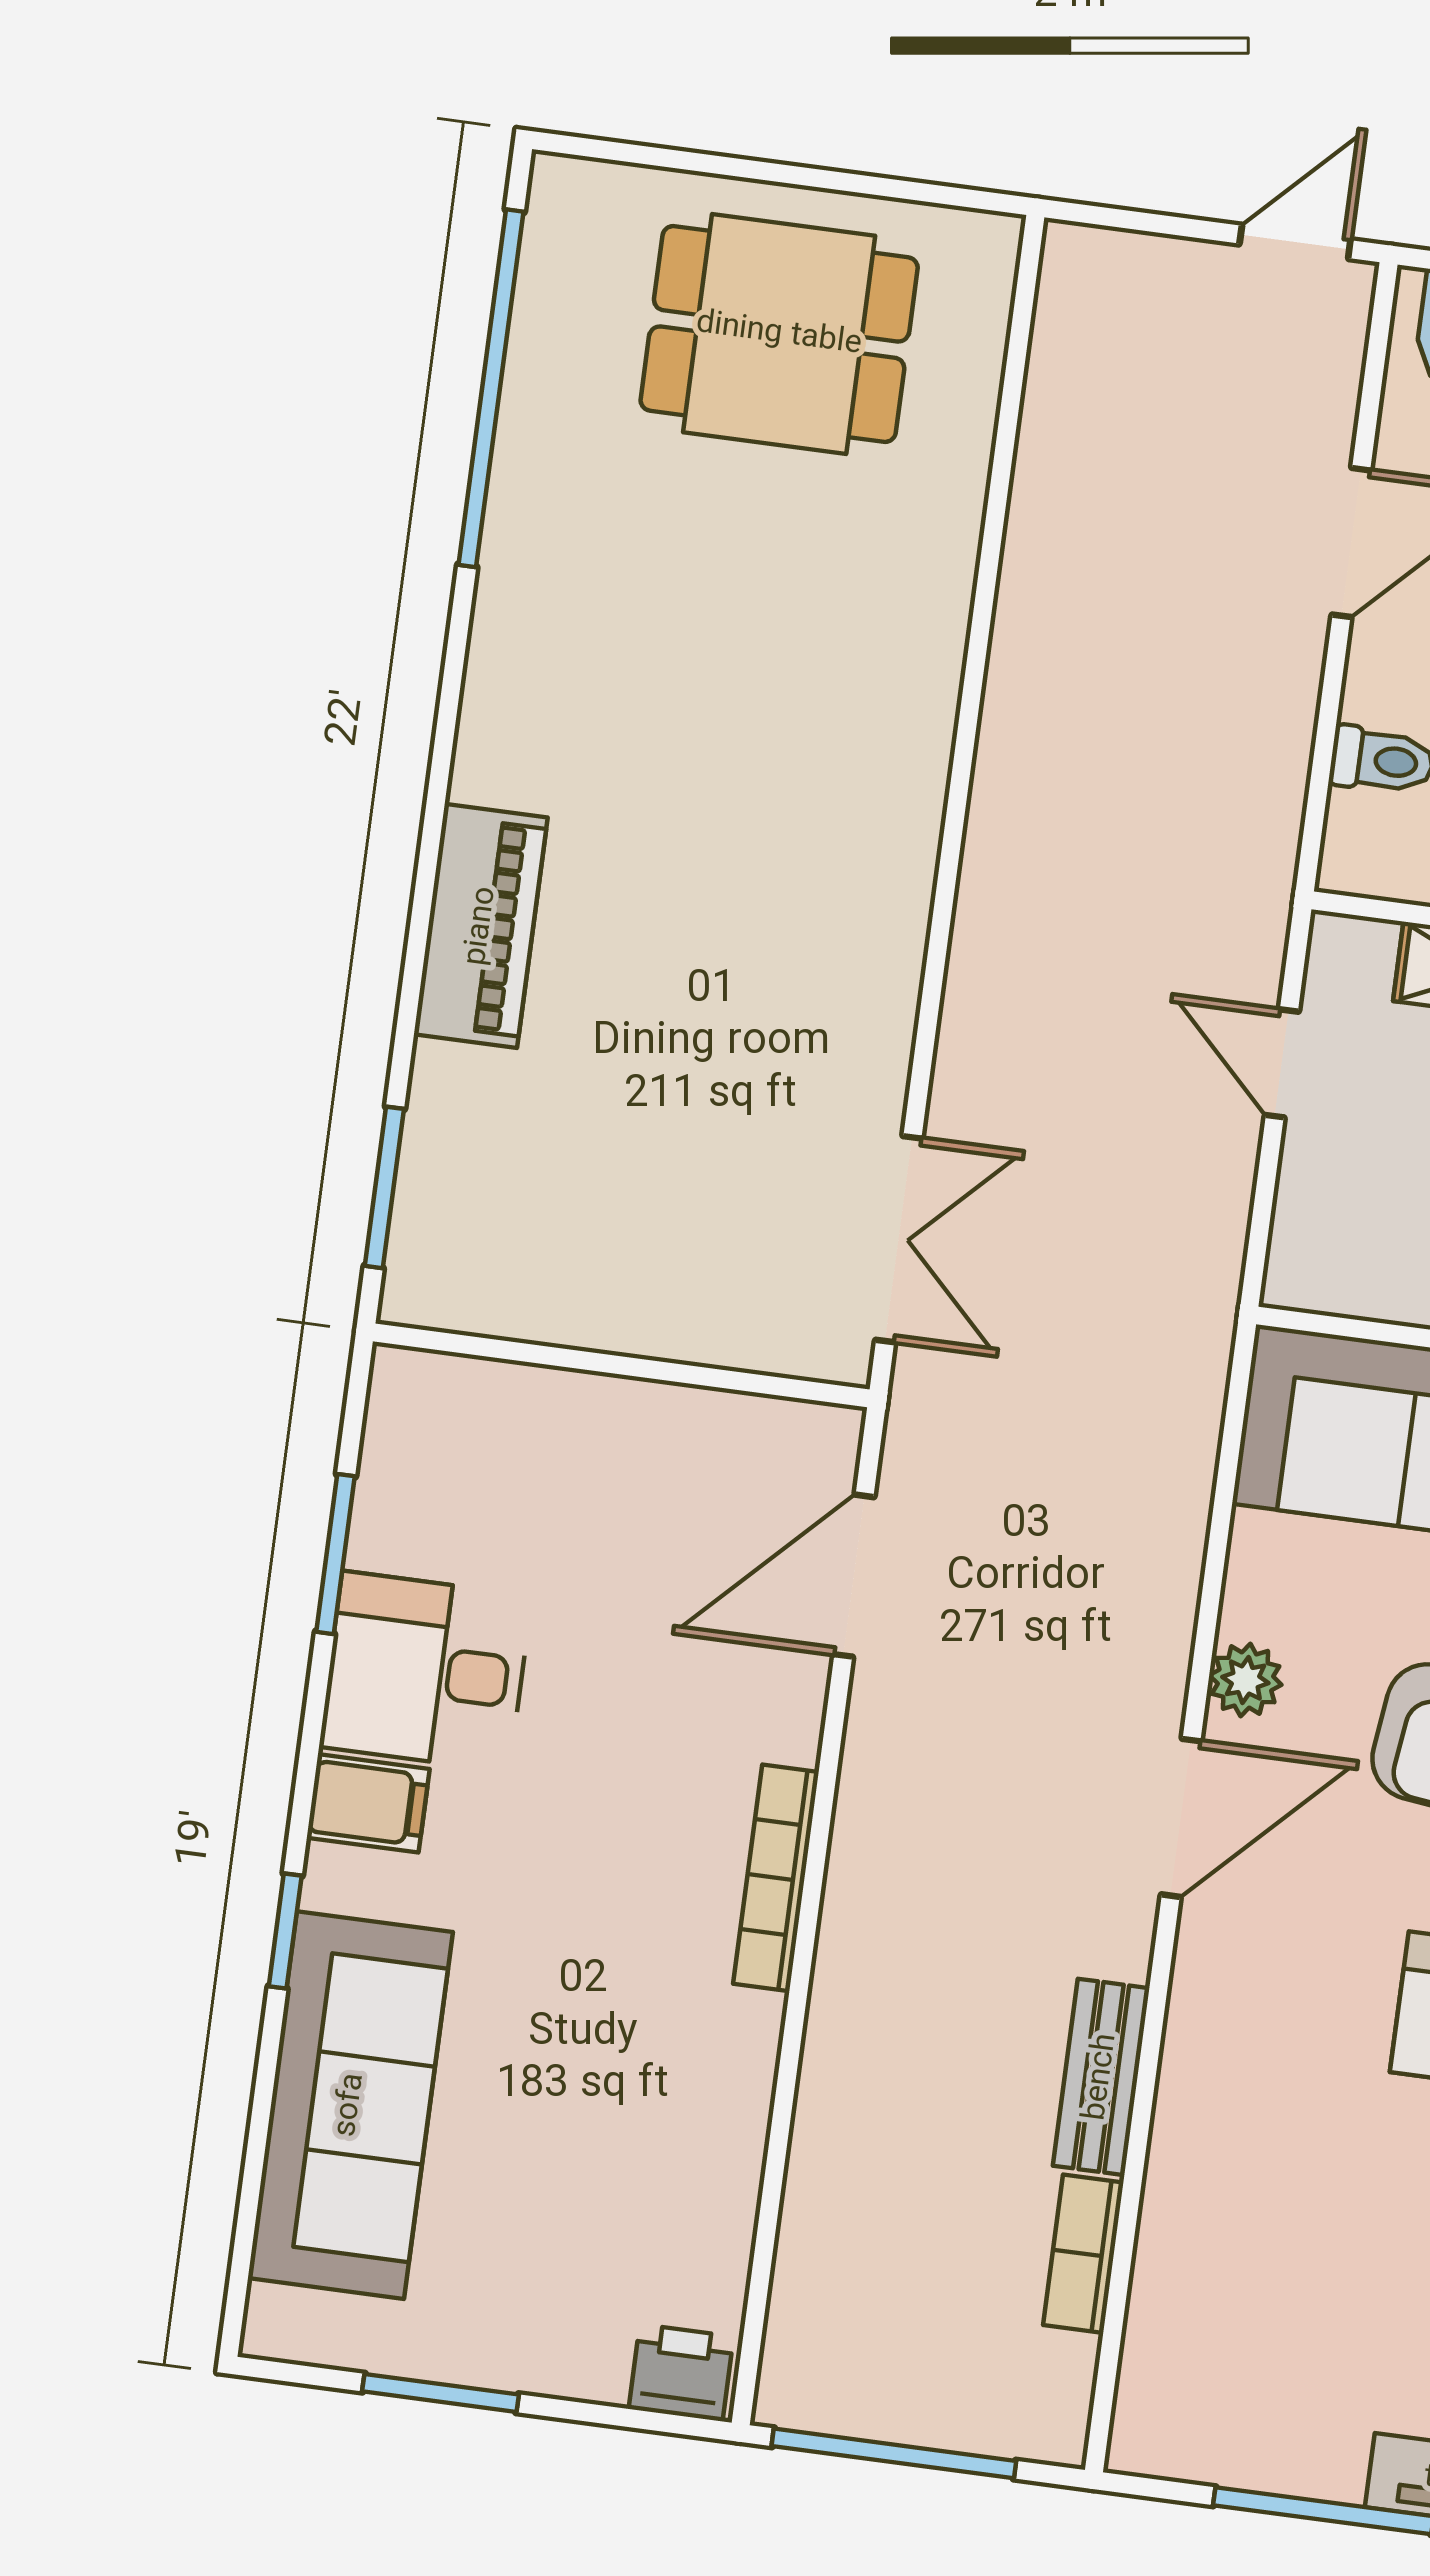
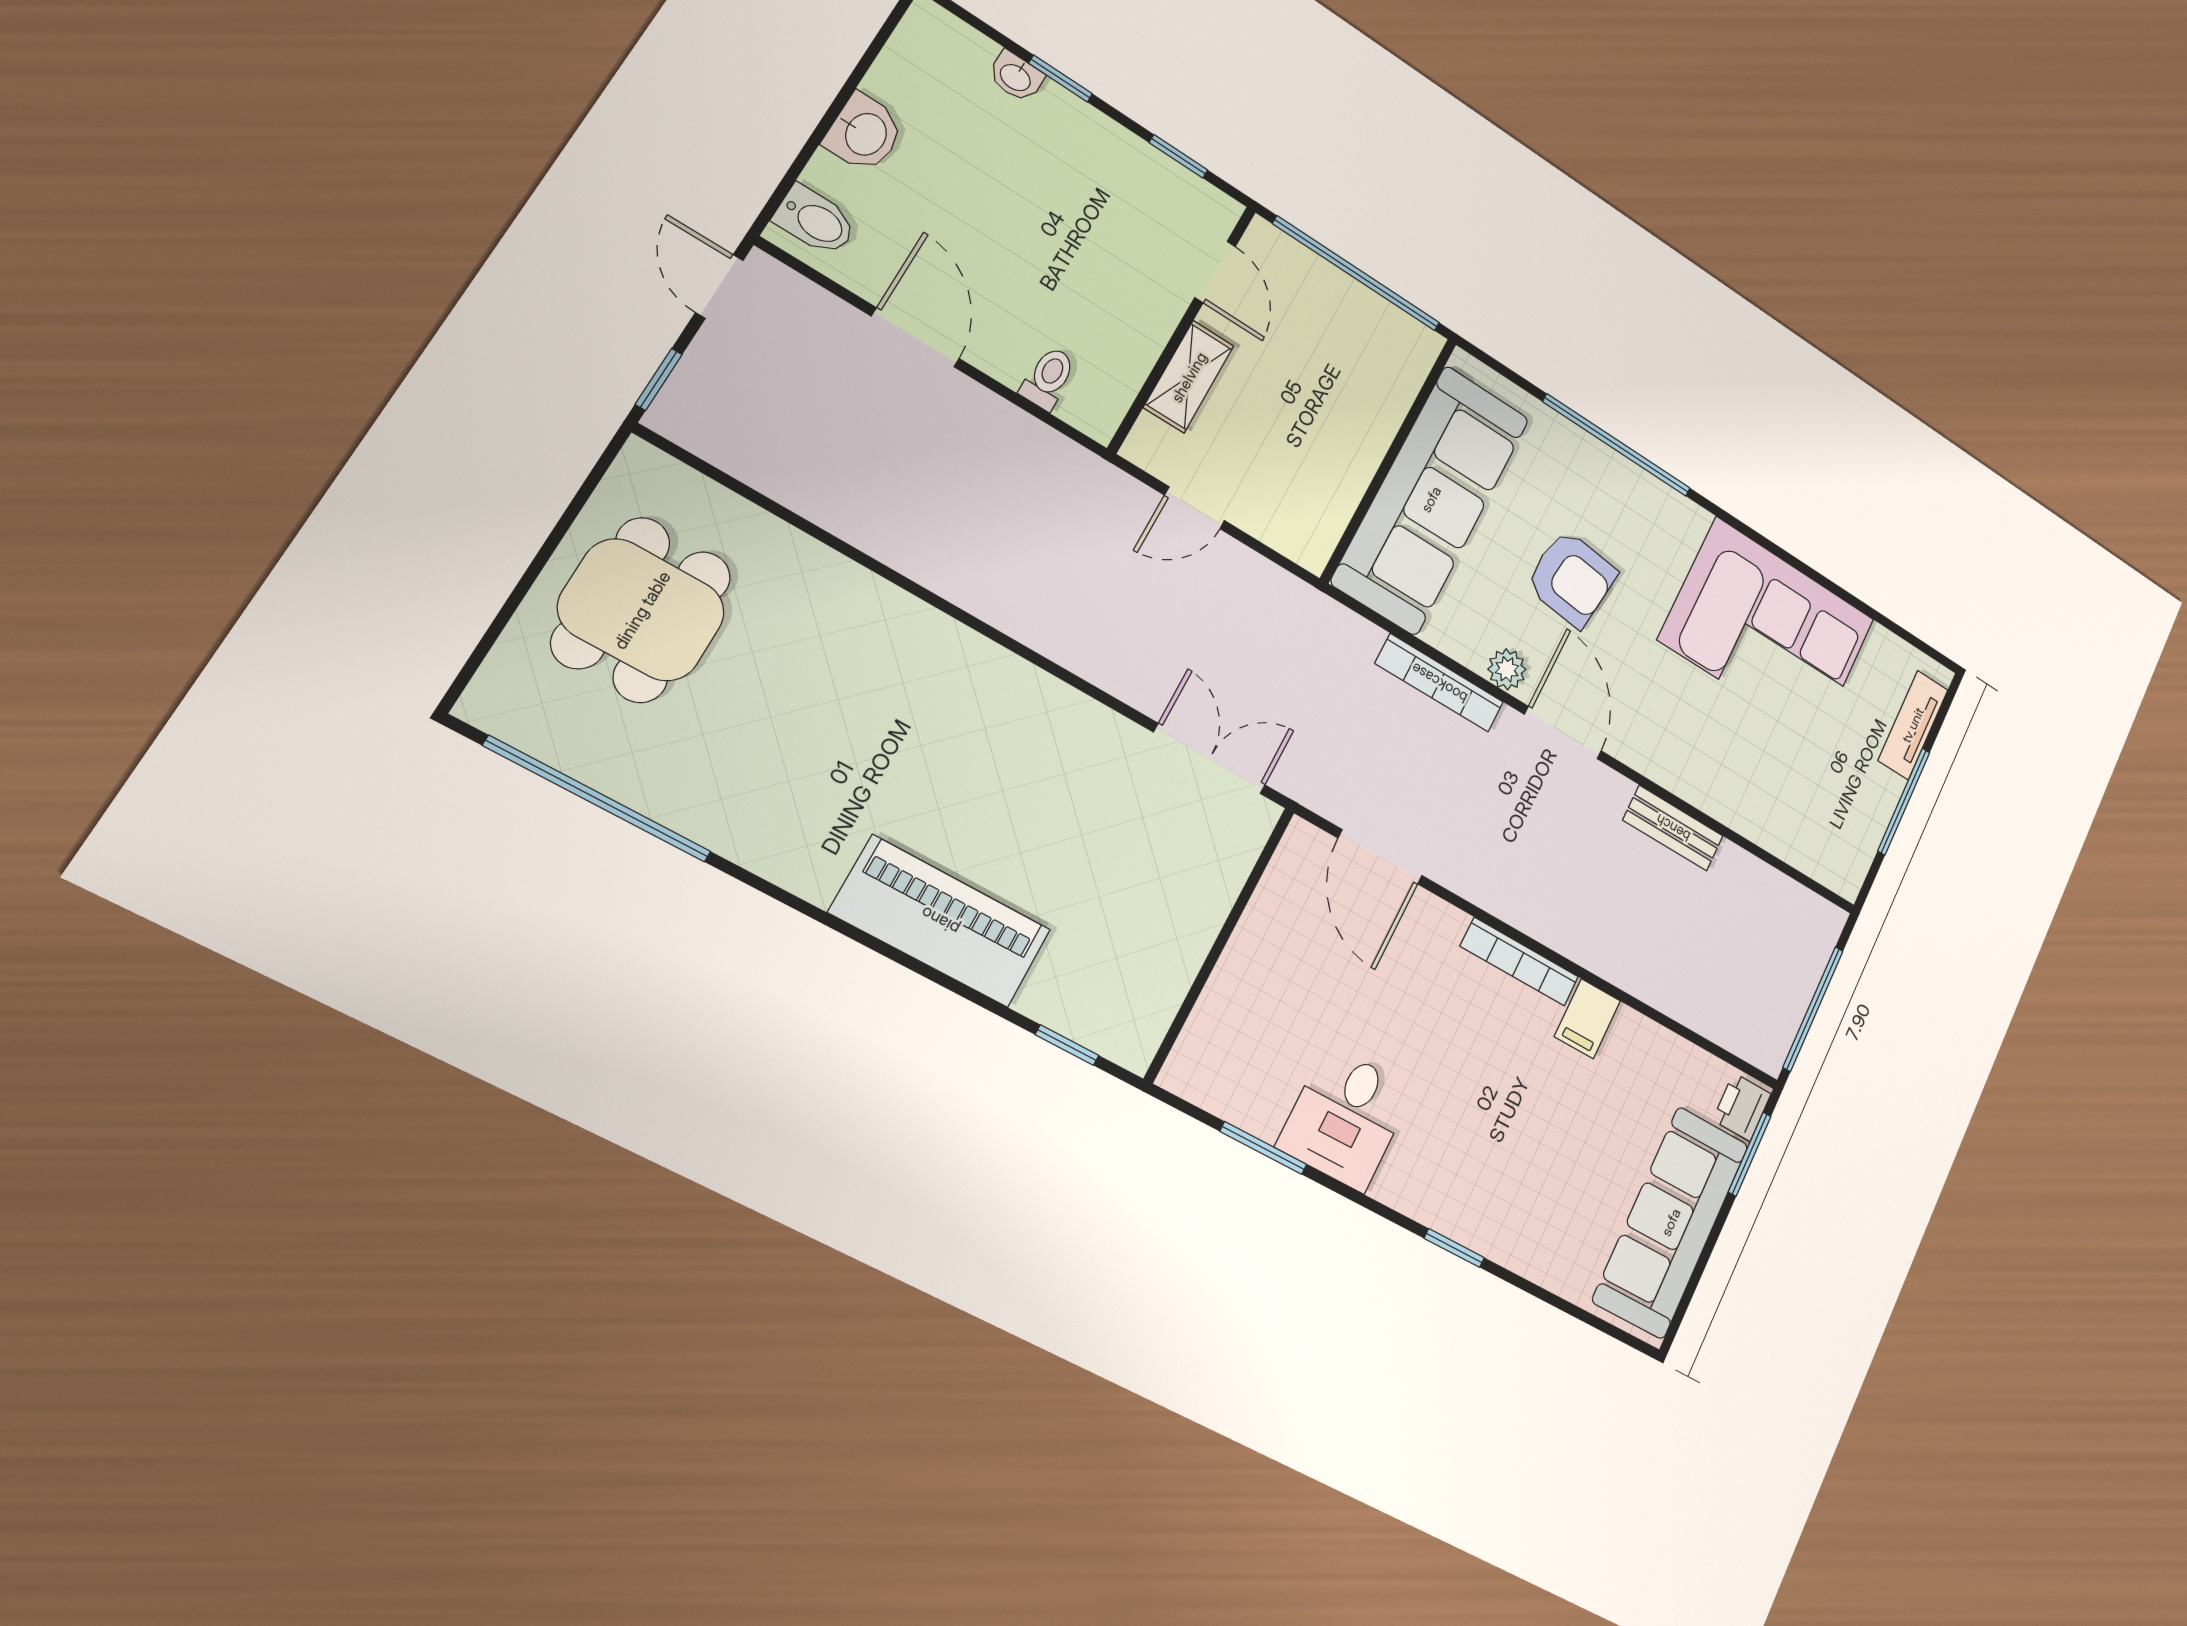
window: (1120, 218) -> (659, 379), added
piano: (481, 926) -> (940, 921), width x1.37, depth x1.33
window: (384, 1187) -> (1067, 1045), width x0.67
filing cabinet: (368, 1803) -> (1587, 1019), moved, turned 180
sofa: (350, 2105) -> (1671, 1222), moved, turned -90
bookcase: (1083, 2254) -> (1439, 683), moved, width x1.56
window: (441, 2393) -> (1750, 1154), moved

